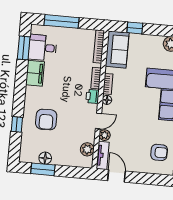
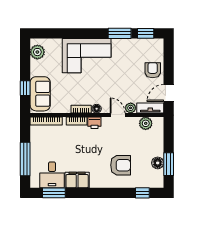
sofa: (117, 50) -> (40, 94), moved, turned 90
window: (17, 124) -> (142, 193), moved
armchair: (159, 152) -> (153, 70), moved

